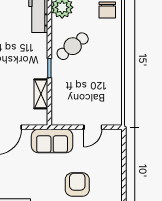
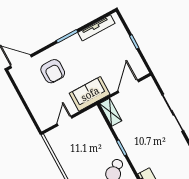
shelving: (41, 94) -> (111, 112), moved

